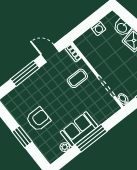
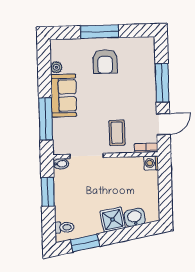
washing machine: (98, 28) -> (151, 163), moved
window: (22, 137) -> (100, 32), width x1.44
window: (91, 138) -> (46, 119), moved

